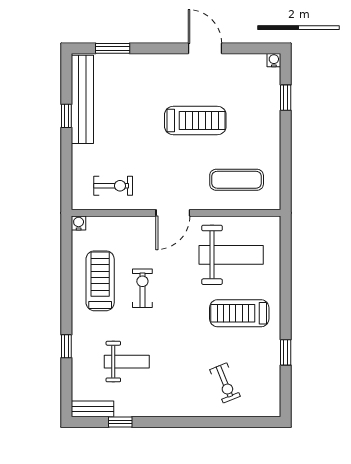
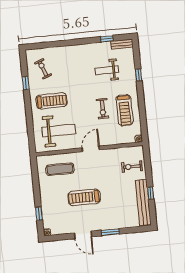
window: (113, 48) -> (110, 232), moved
exercise bike: (113, 186) -> (132, 167), moved
weight bench: (231, 255) -> (59, 130), turned 180
exercise bike: (225, 383) -> (43, 69), moved

